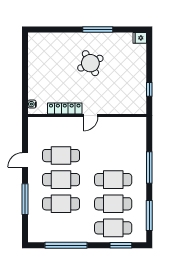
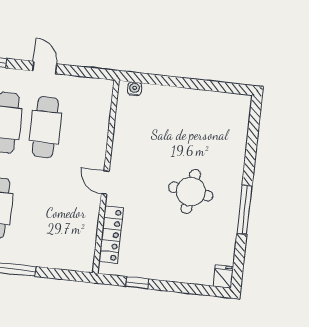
round table: (90, 63) -> (191, 191), turned 35
locker: (65, 109) -> (111, 235), moved

